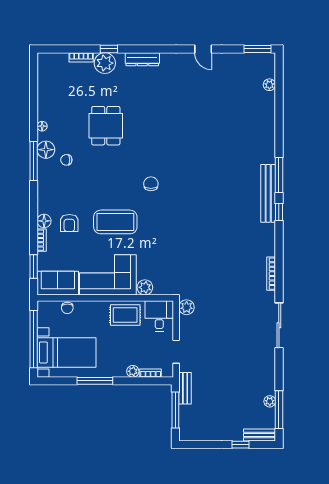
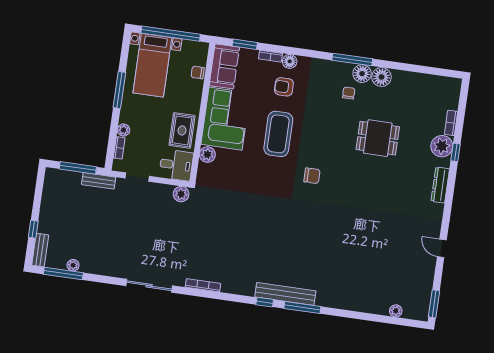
door: (203, 49) -> (442, 248), hinge flipped
floor lamp: (42, 126) -> (381, 77), width x1.89, depth x1.89

